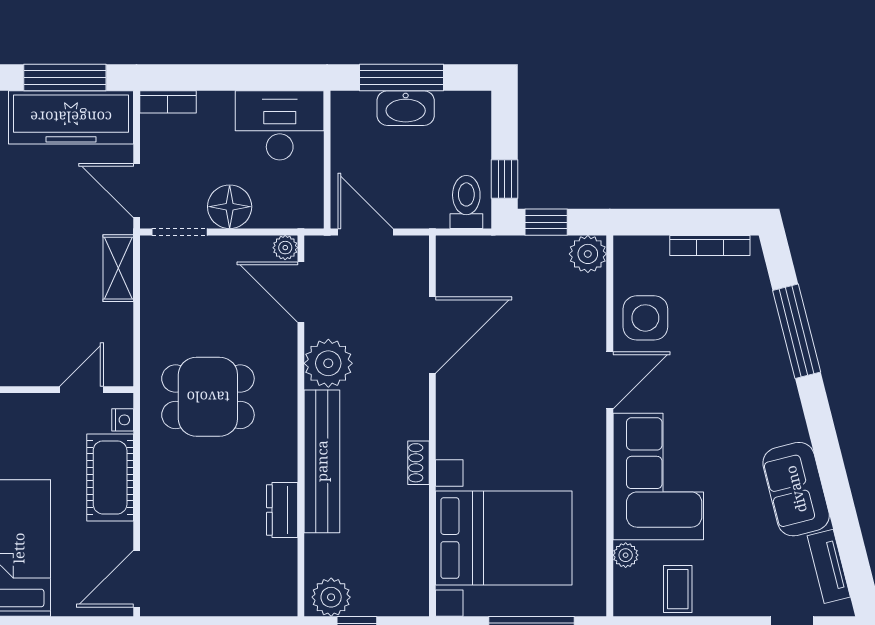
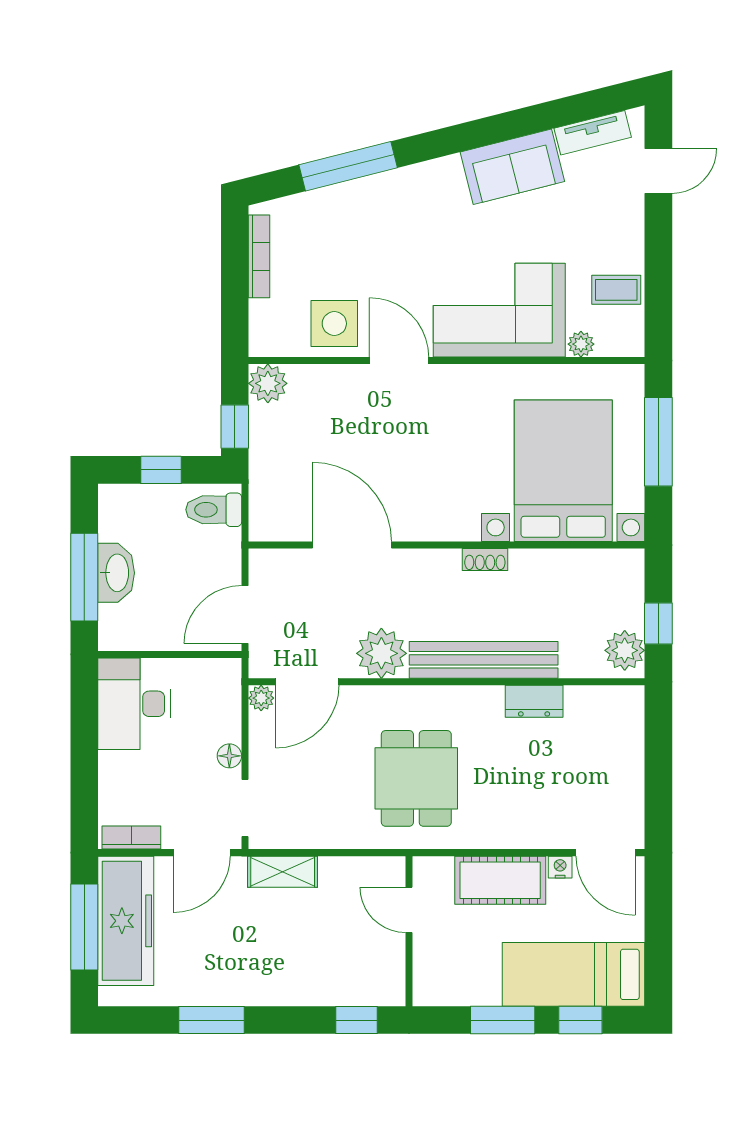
bookcase: (168, 102) -> (131, 838), moved, turned -90
window: (505, 179) -> (161, 470), moved
floor lamp: (230, 207) -> (229, 756), width x0.53, depth x0.53
nightstand: (123, 420) -> (560, 867), moved

